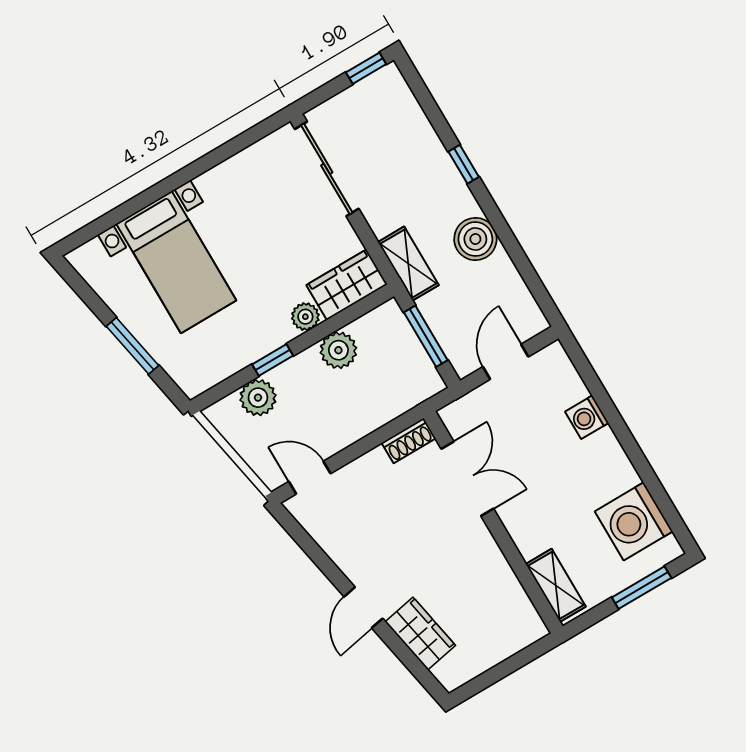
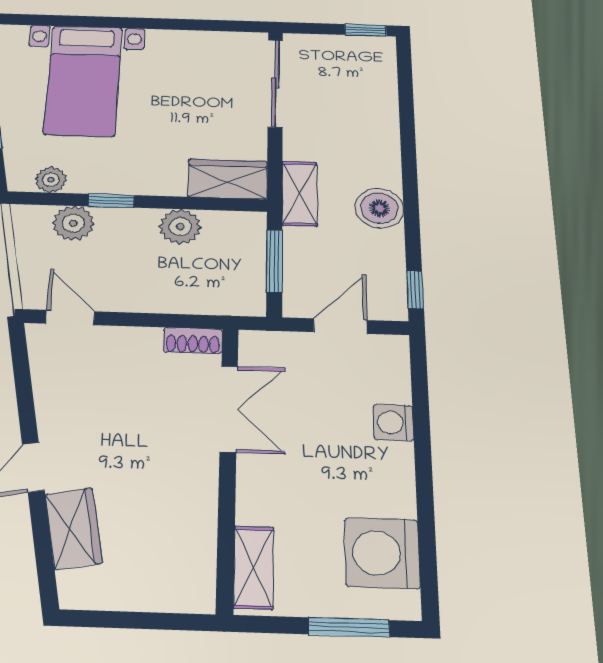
window: (464, 164) -> (415, 290), moved
plant: (305, 317) -> (51, 180), moved

